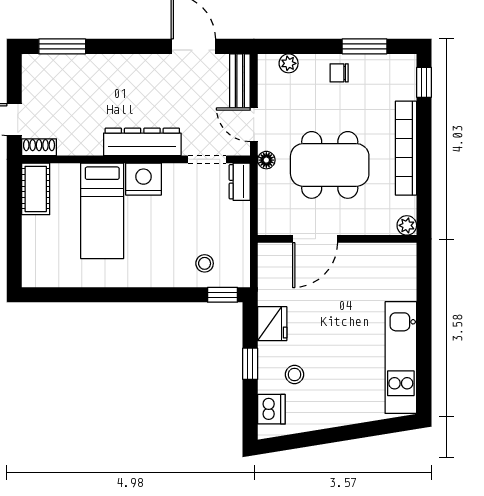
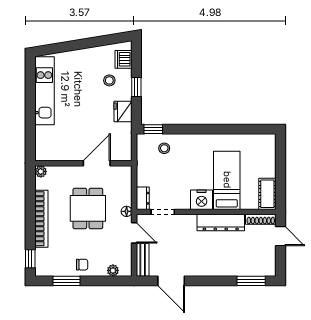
dresser: (142, 142) -> (221, 223), moved
shoe rack: (39, 147) -> (261, 219), width x1.43
dining table: (330, 165) -> (88, 208), width x0.73

